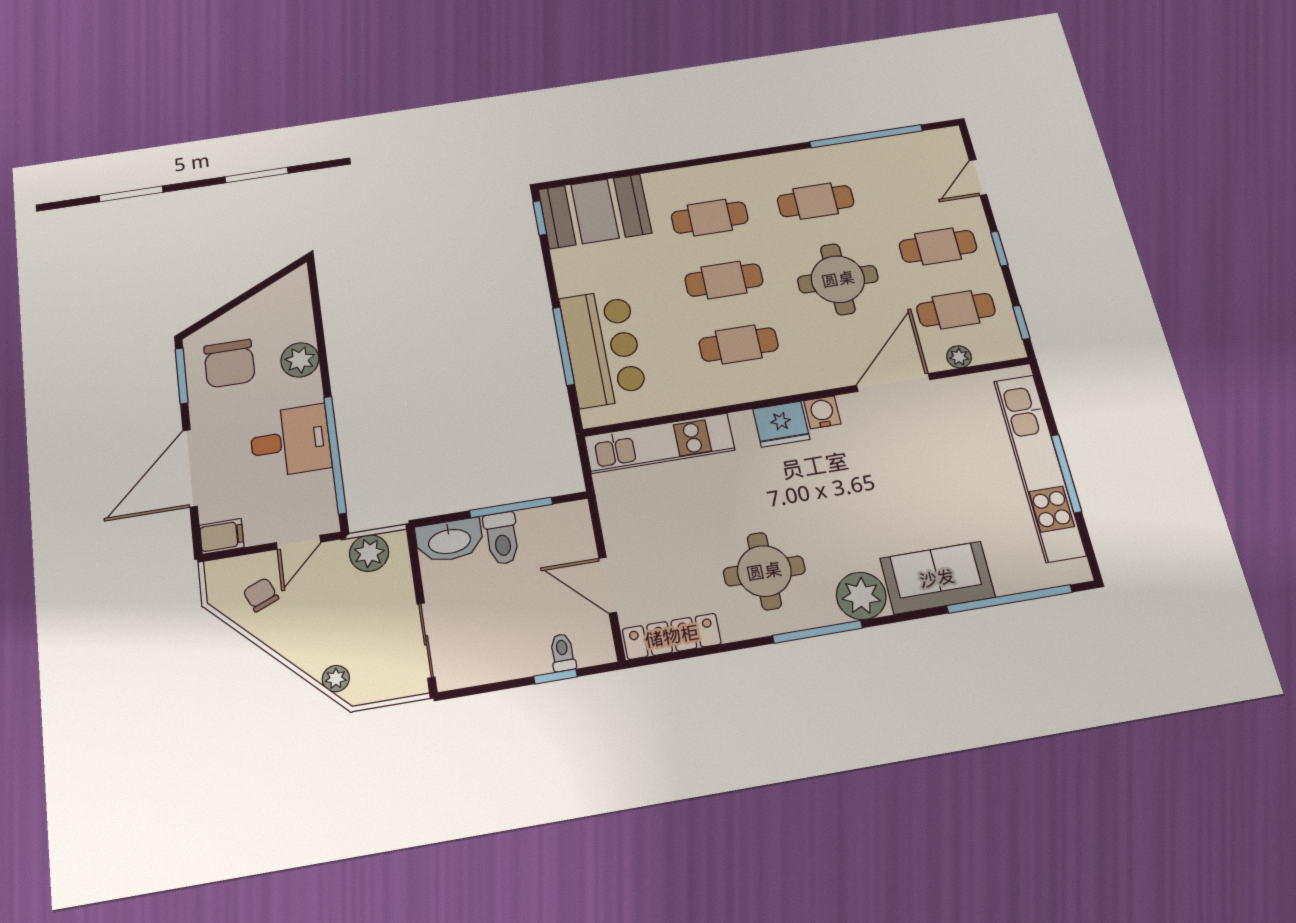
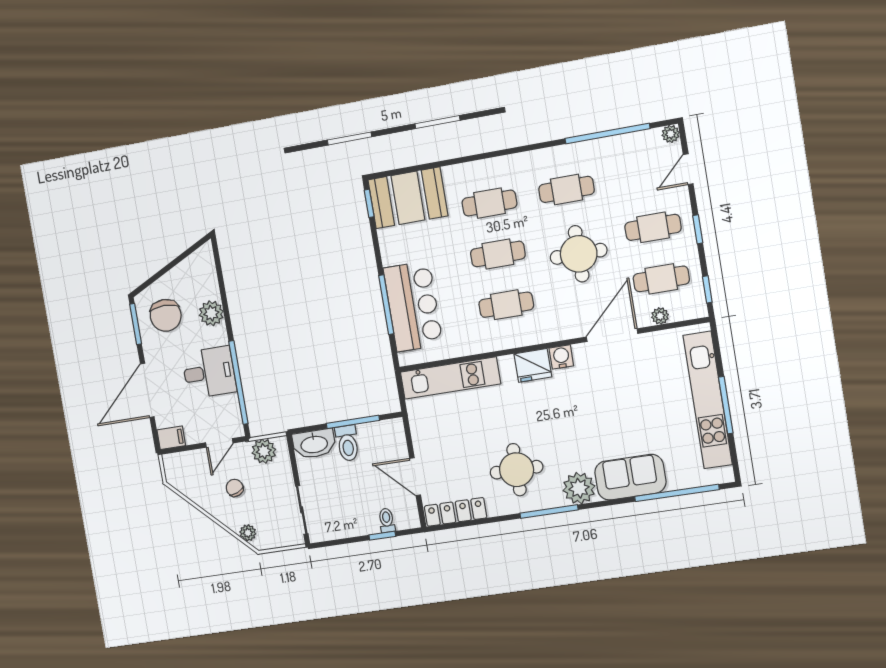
plant: (950, 137) -> (671, 134), added
chair: (261, 595) -> (235, 488), moved

